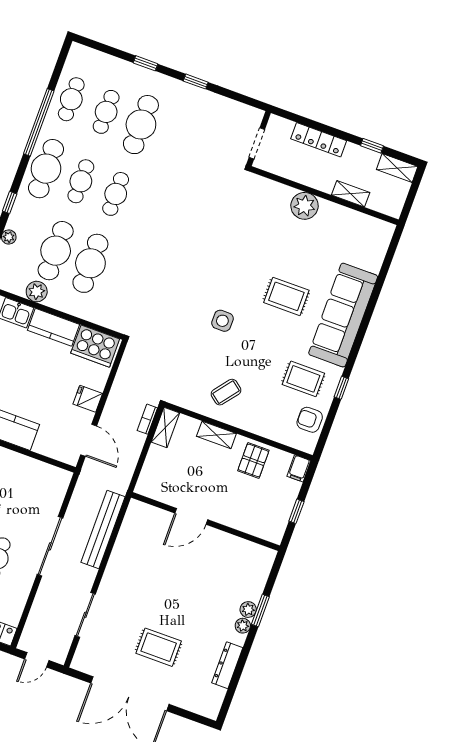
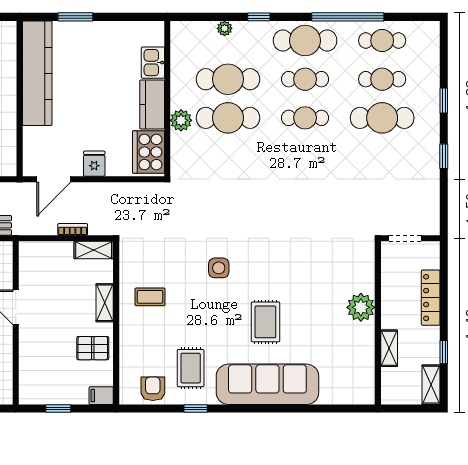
plant: (37, 292) -> (181, 120), moved
coffee table: (226, 392) -> (150, 297), turned -38
bookcase: (147, 419) -> (73, 229), moved

